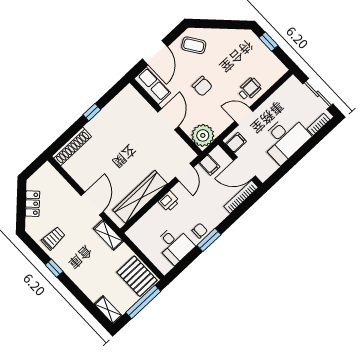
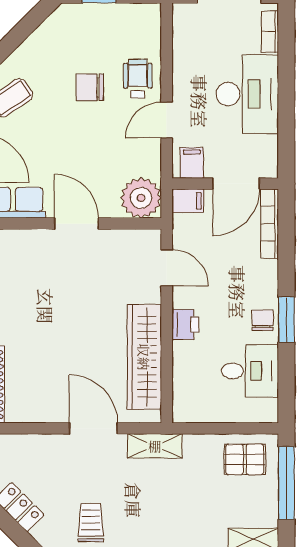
chair: (202, 86) -> (90, 87), moved, turned 180
filing cabinet: (209, 165) -> (188, 201), moved
pallet: (137, 276) -> (245, 459), width x0.67, depth x0.71

